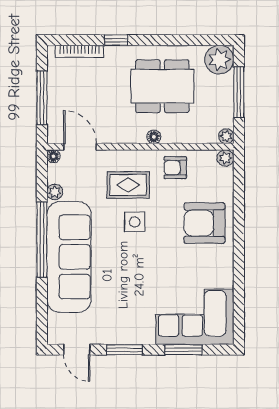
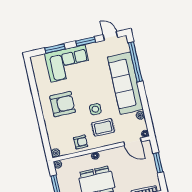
window: (42, 98) -> (158, 163), width x0.69
armchair: (204, 223) -> (63, 104), moved
window: (42, 240) -> (135, 62), moved
corner sofa: (195, 317) -> (68, 63), moved

